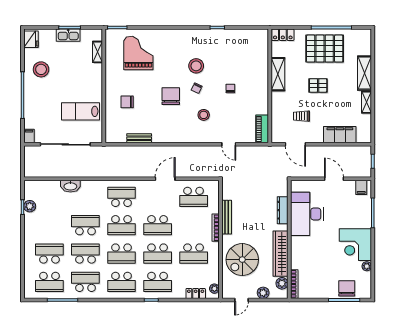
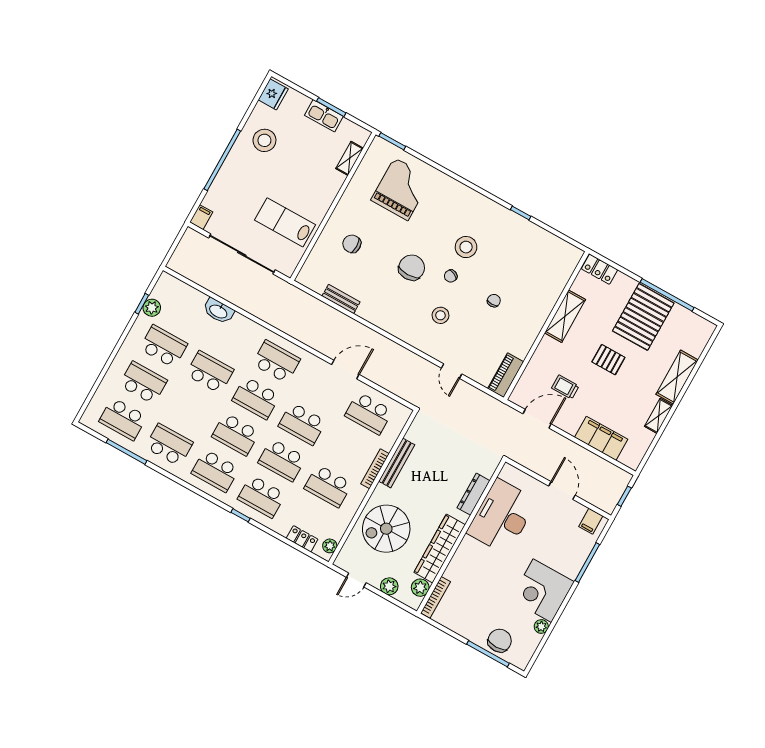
pallet: (325, 49) -> (643, 317), turned 90
door: (295, 144) -> (537, 419), swing flipped
school desk: (85, 254) -> (164, 346), moved

